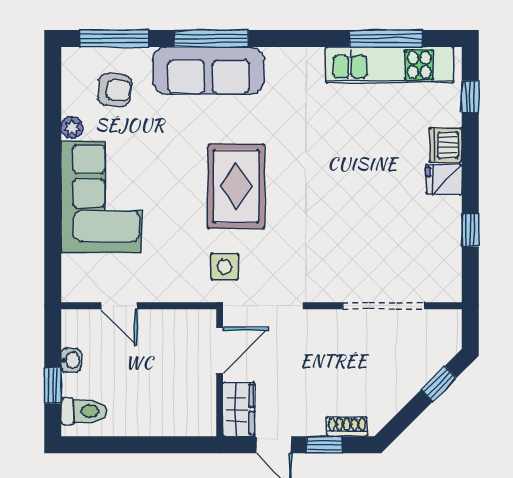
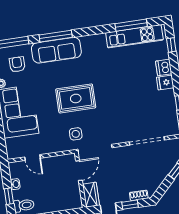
armchair: (115, 90) -> (17, 64), turned -96
rug: (236, 186) -> (76, 98), turned 90

